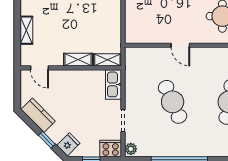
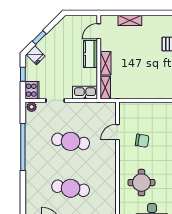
chair: (172, 15) -> (142, 141), added
door: (180, 45) -> (117, 132), moved
cafe table: (173, 102) -> (71, 141), turned 33
kitchen counter: (38, 115) -> (91, 54), moved, turned 135

